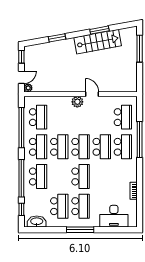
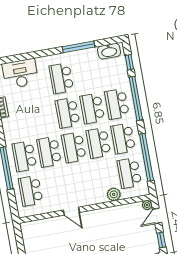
plant: (77, 102) -> (114, 194), moved
school desk: (59, 206) -> (92, 108), moved
window: (80, 230) -> (78, 47), moved

